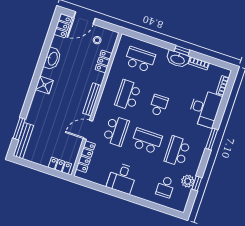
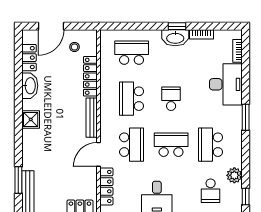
locker: (63, 26) -> (29, 58), moved
locker: (104, 61) -> (90, 76), width x1.53
window: (197, 183) -> (246, 196), moved

